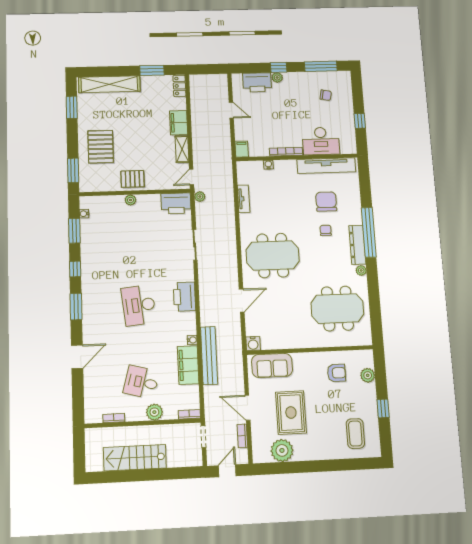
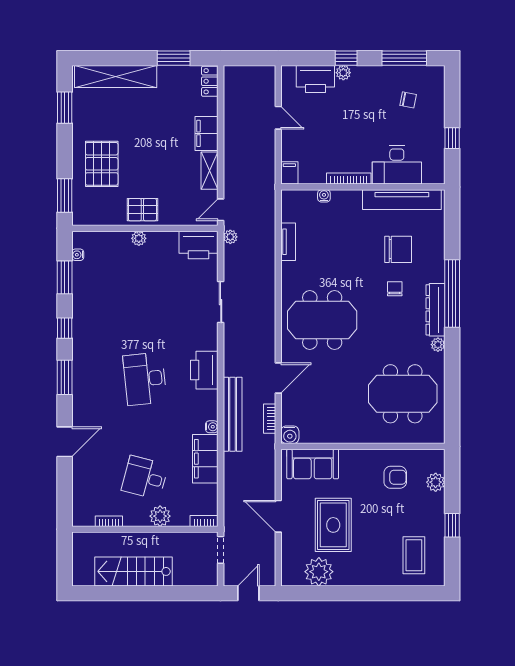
chair: (326, 202) -> (398, 249), turned 90
bench: (209, 356) -> (233, 414), moved
bookcase: (242, 436) -> (270, 419), moved

